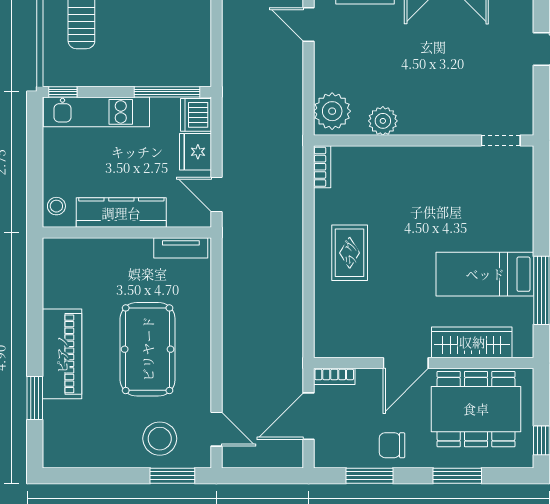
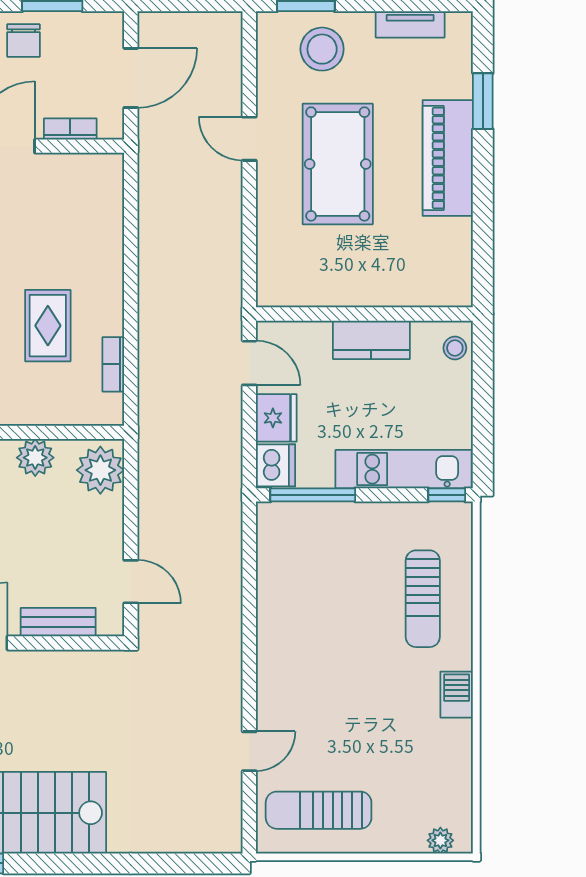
bookcase: (322, 167) -> (113, 364), moved
kitchen counter: (121, 213) -> (371, 340), width x0.67
tv unit: (181, 248) -> (410, 24), moved, turned 180
rug: (350, 253) -> (48, 326), moved
bookcase: (334, 376) -> (70, 129), moved
door: (216, 429) -> (249, 139), moved
chair: (392, 445) -> (23, 41), turned 90

